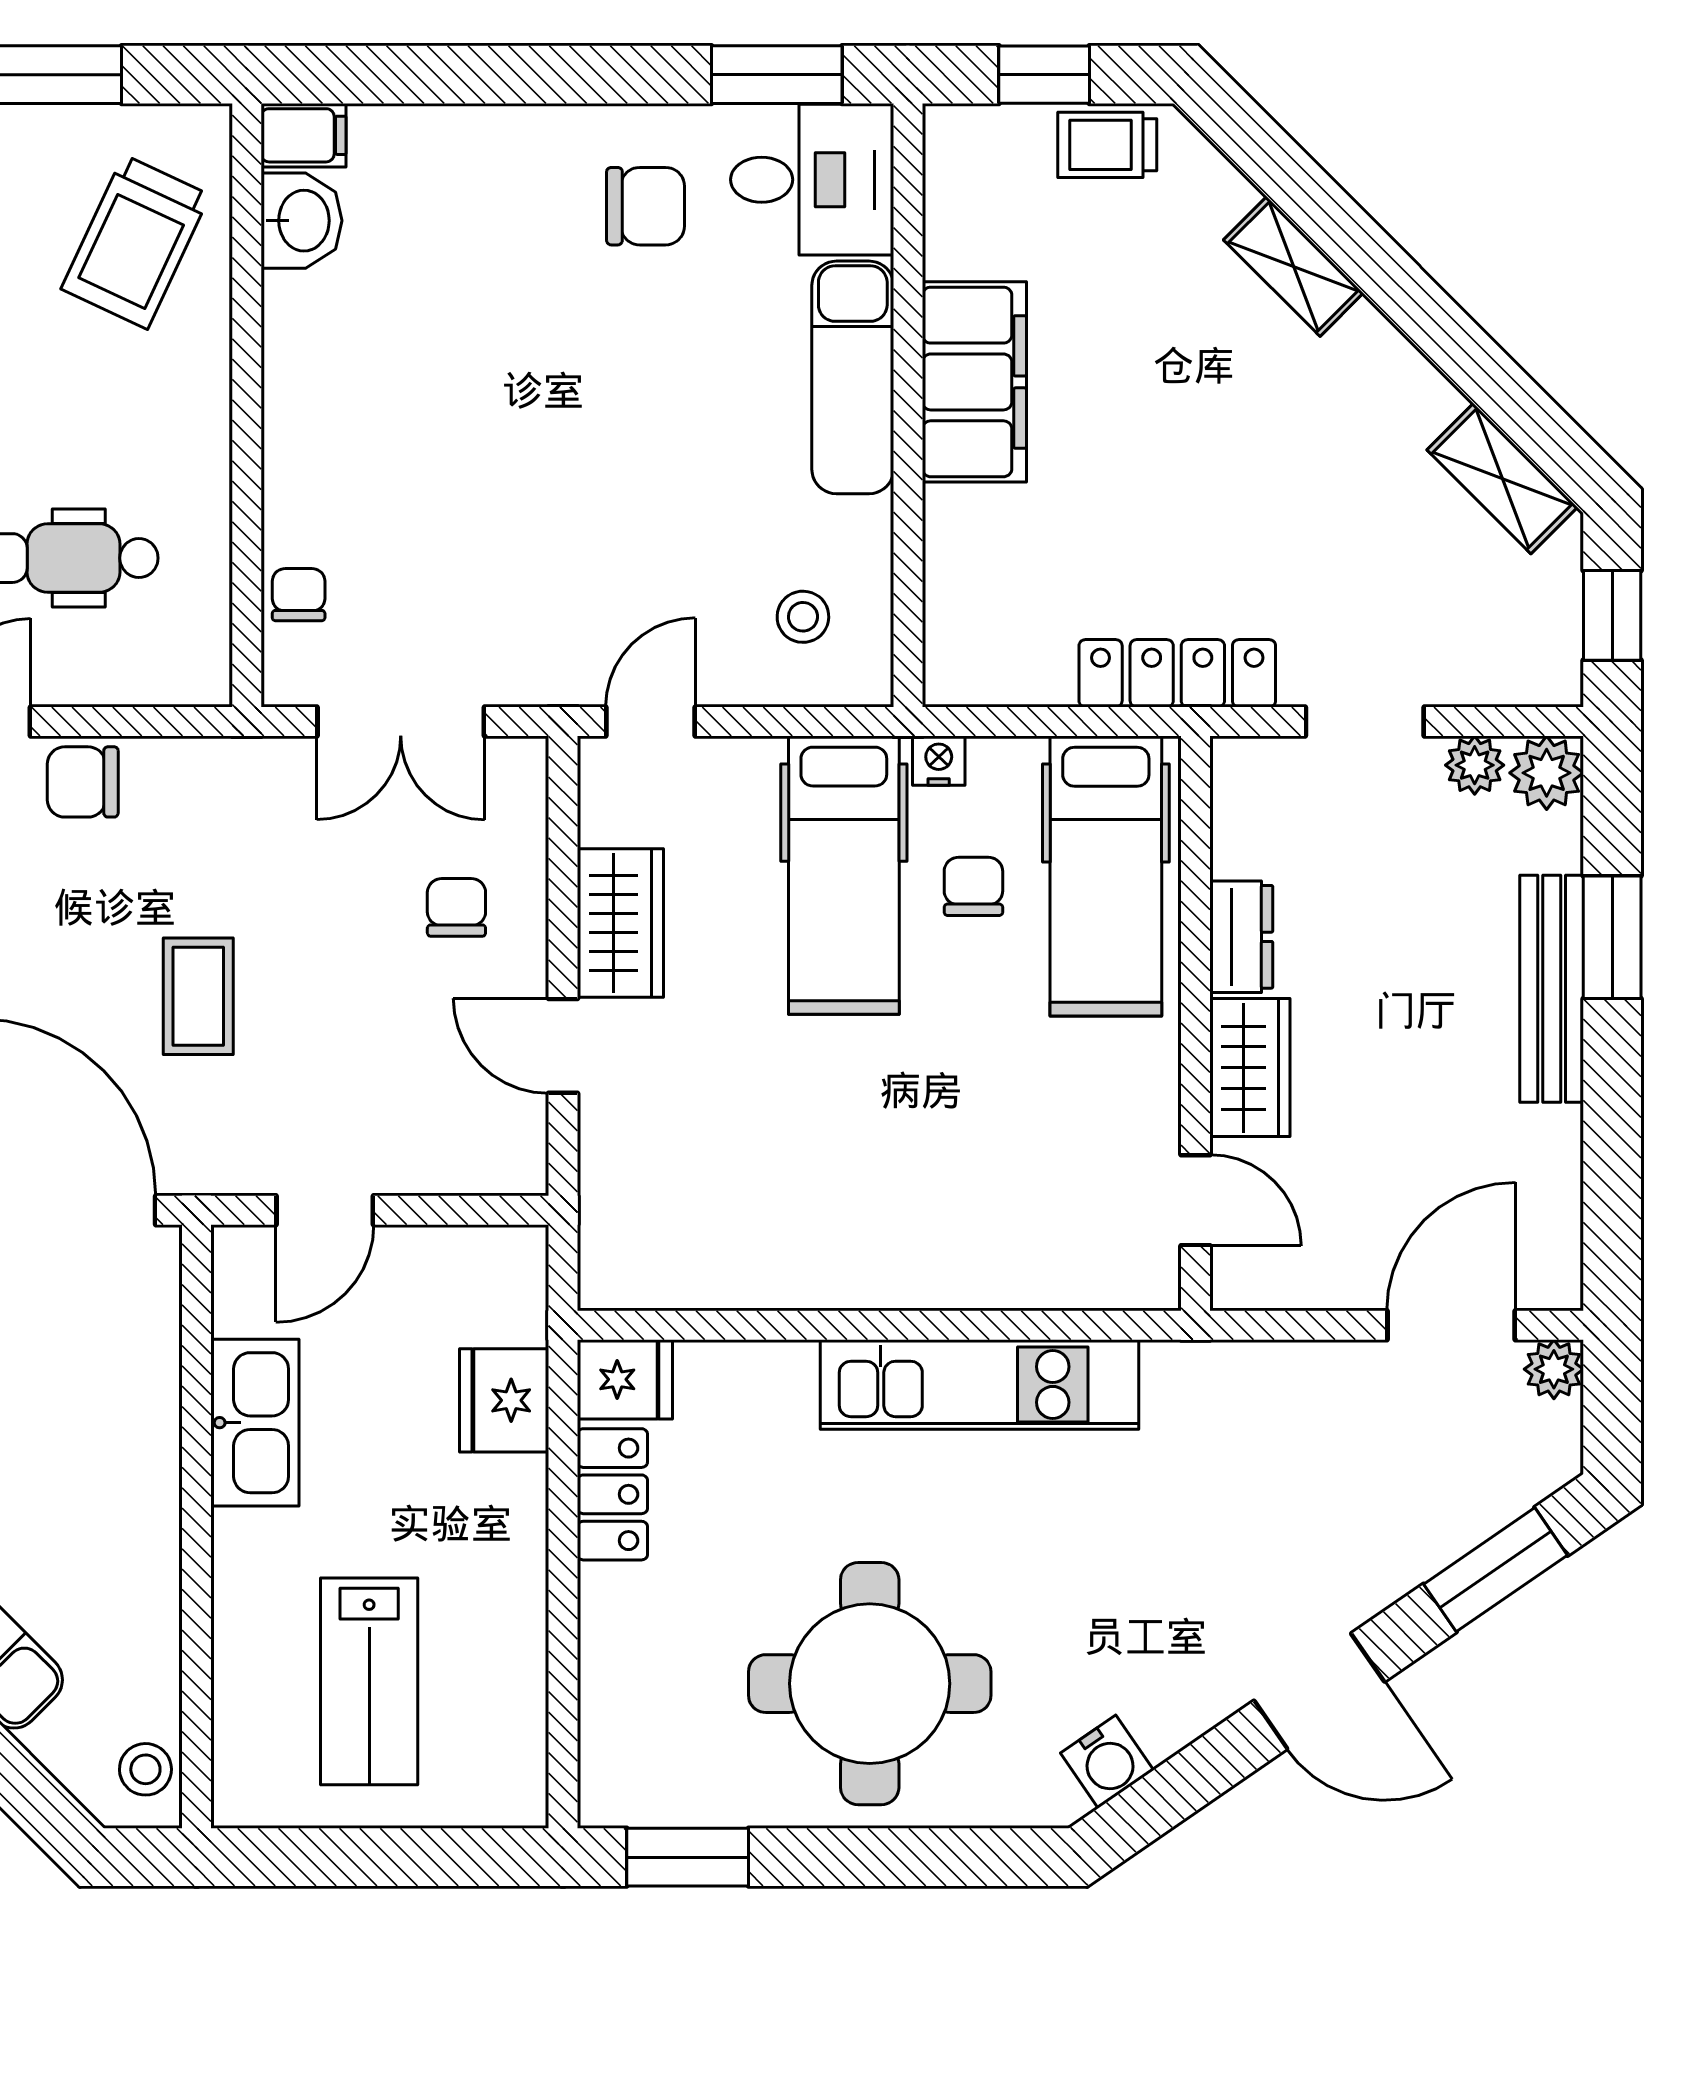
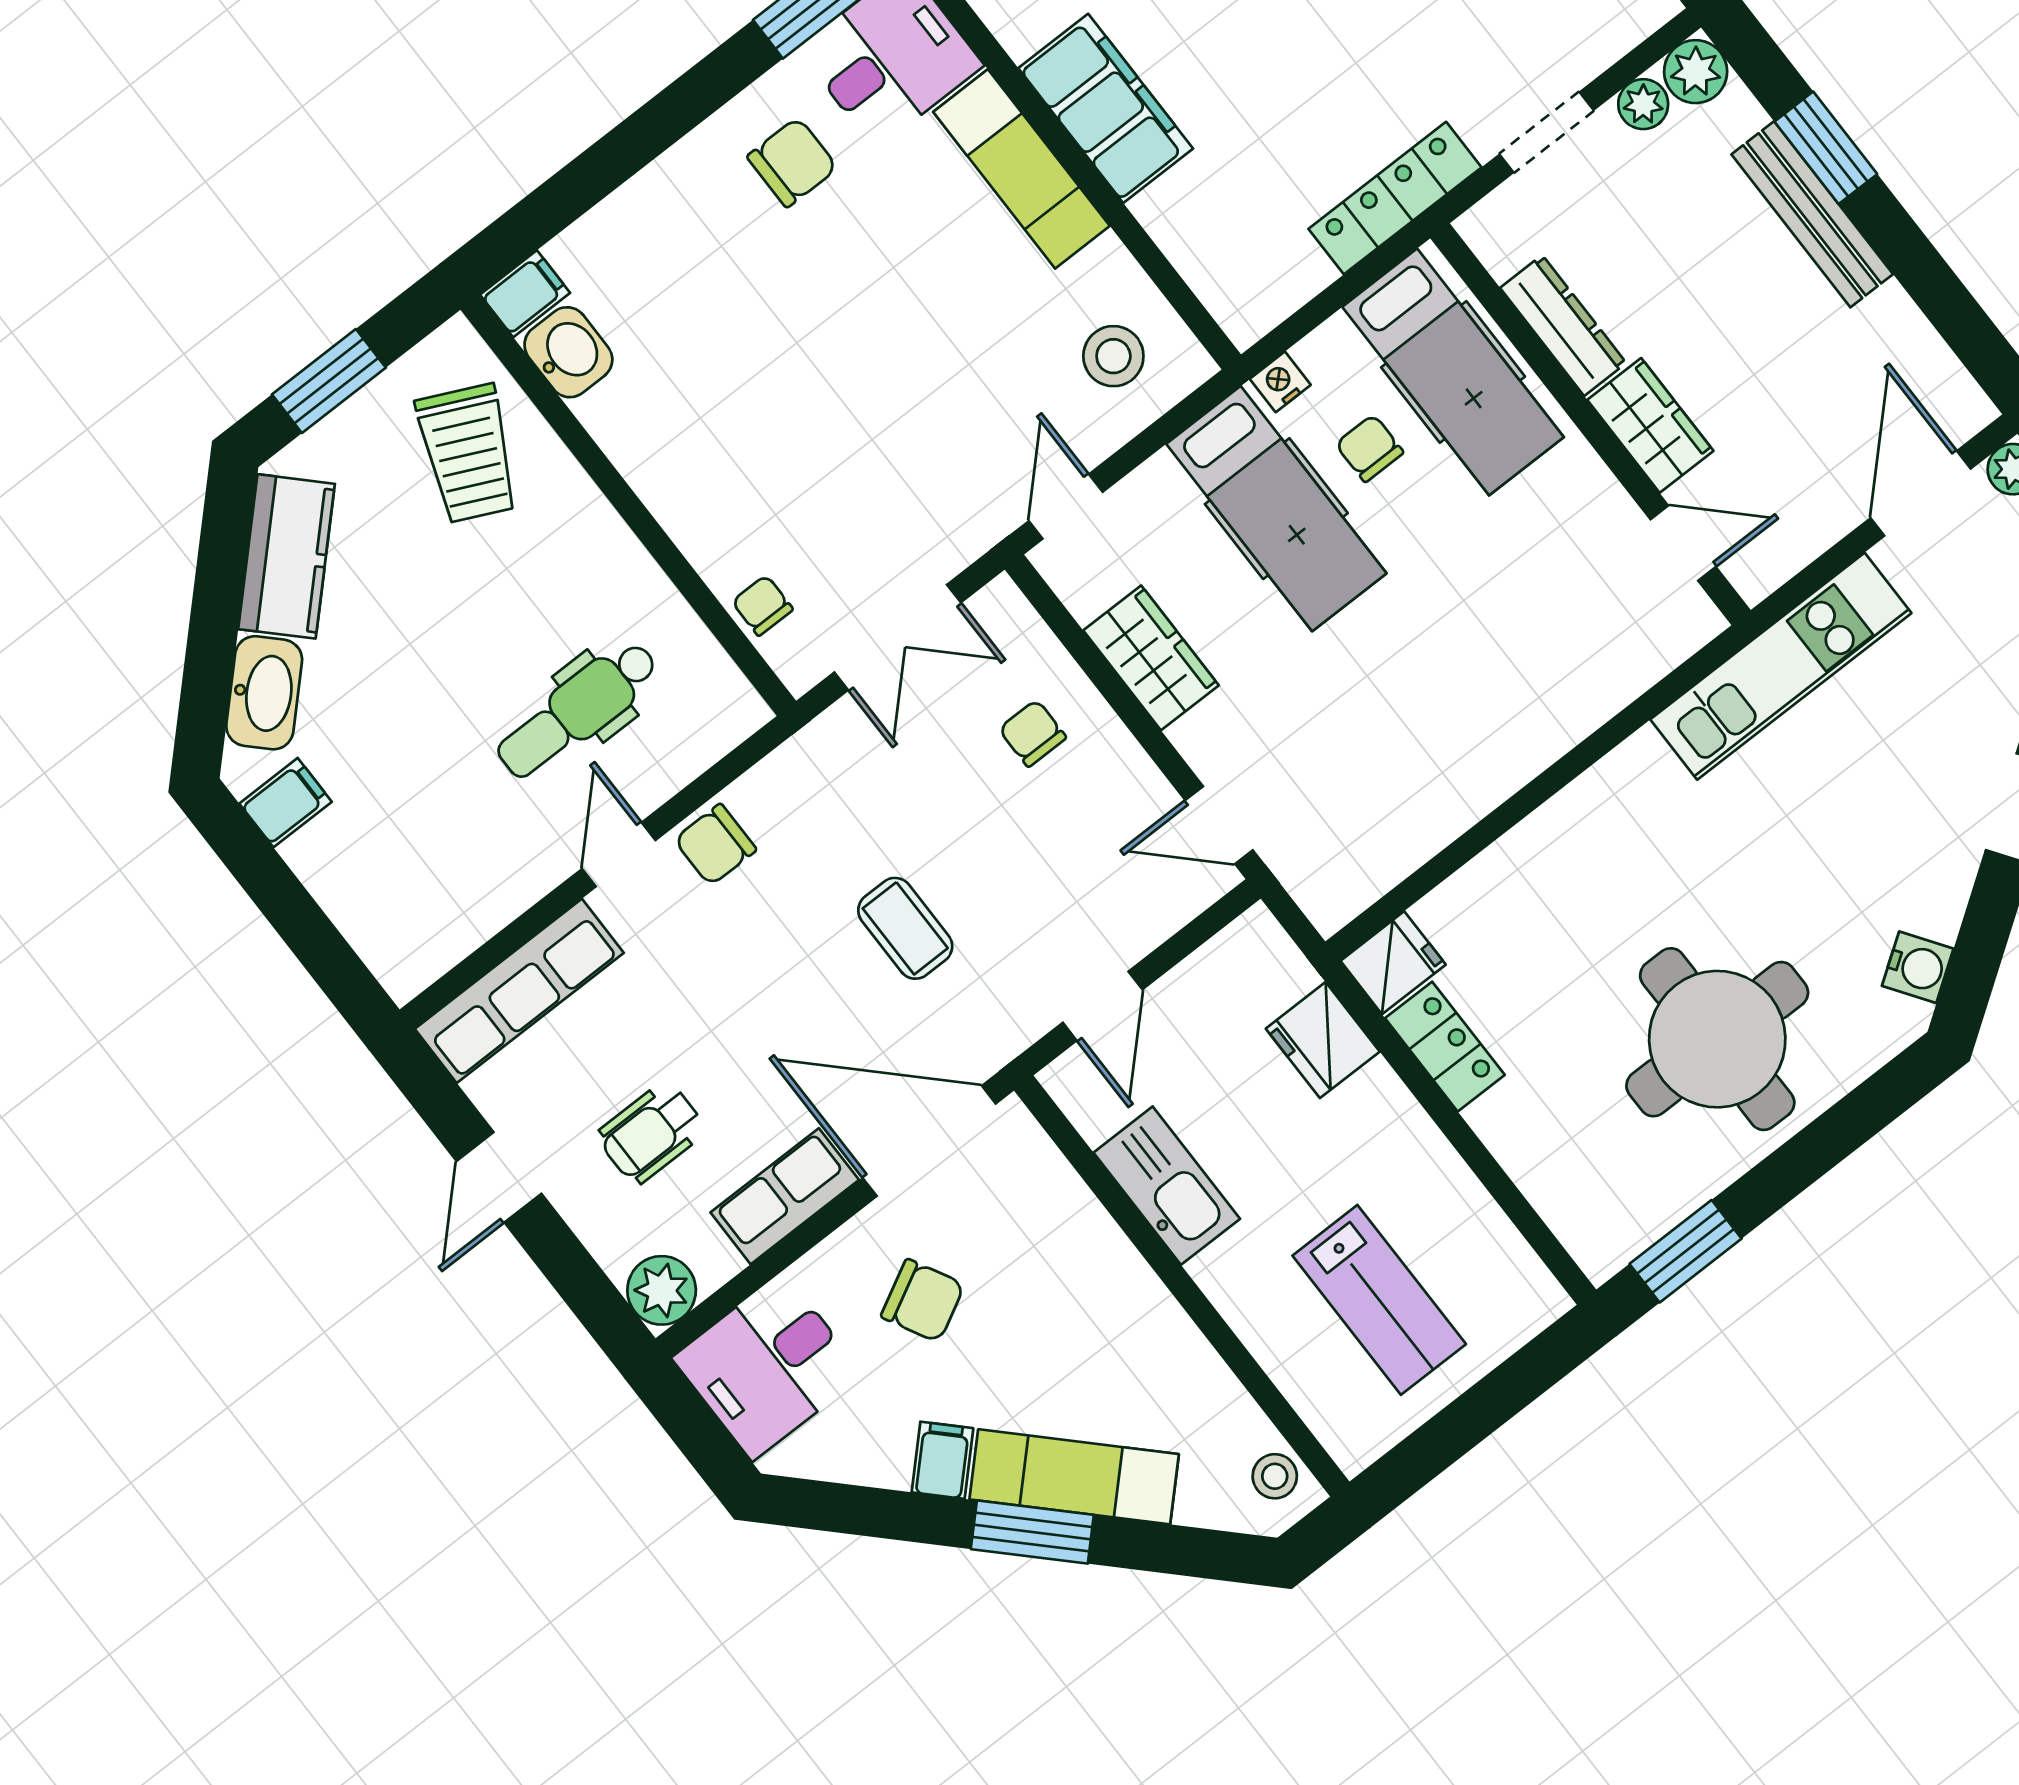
stool: (803, 617) -> (1113, 356), width x1.37, depth x1.37
dresser: (1241, 937) -> (1563, 325), width x1.44
door: (563, 1046) -> (1219, 825), moved
kitchen unit: (980, 1384) -> (1781, 666), moved

